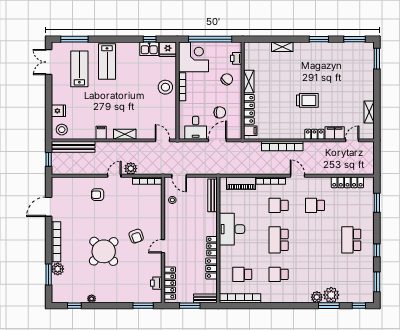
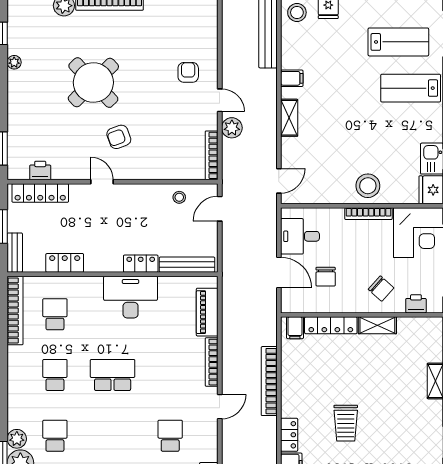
school desk: (279, 205) -> (55, 436), moved
locker: (212, 246) -> (141, 264), moved

